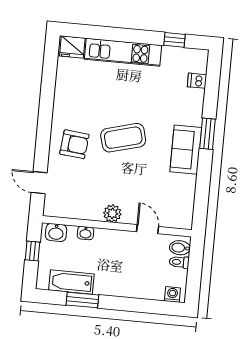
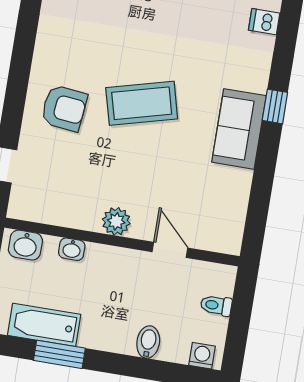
window: (208, 134) -> (275, 106), width x0.67
bidet: (180, 248) -> (148, 342), moved, turned 90

